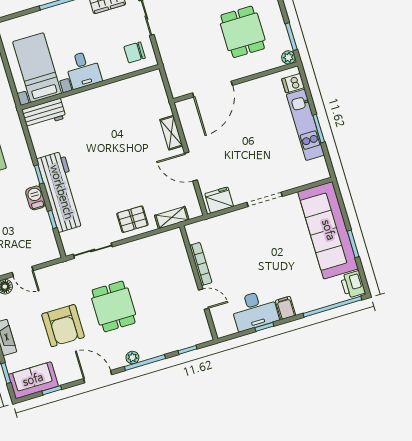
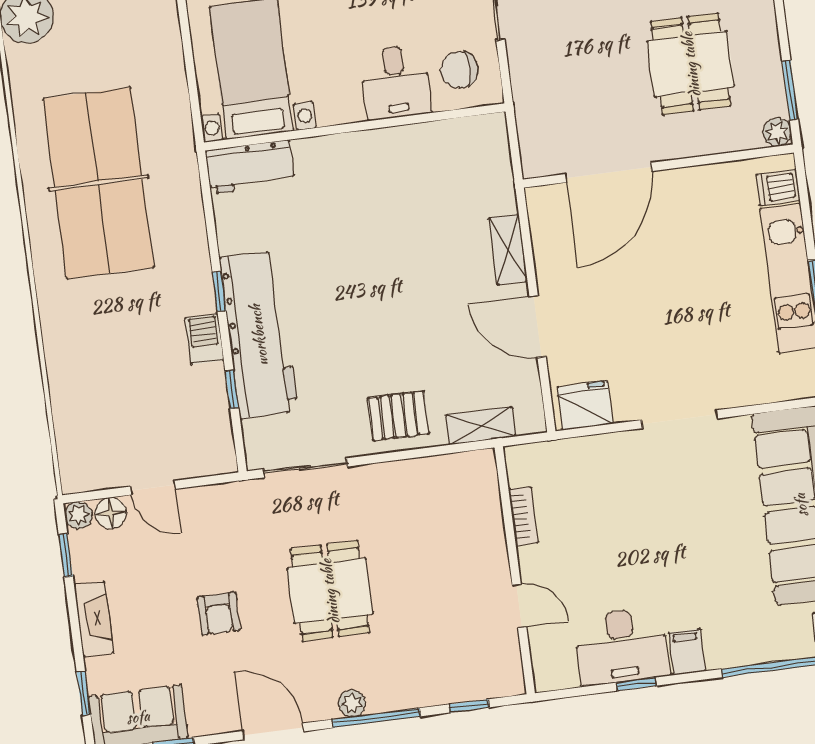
desk: (83, 70) -> (396, 82), moved
bookcase: (201, 264) -> (523, 516), width x0.64
armchair: (63, 326) -> (218, 614), width x0.53, depth x0.53

